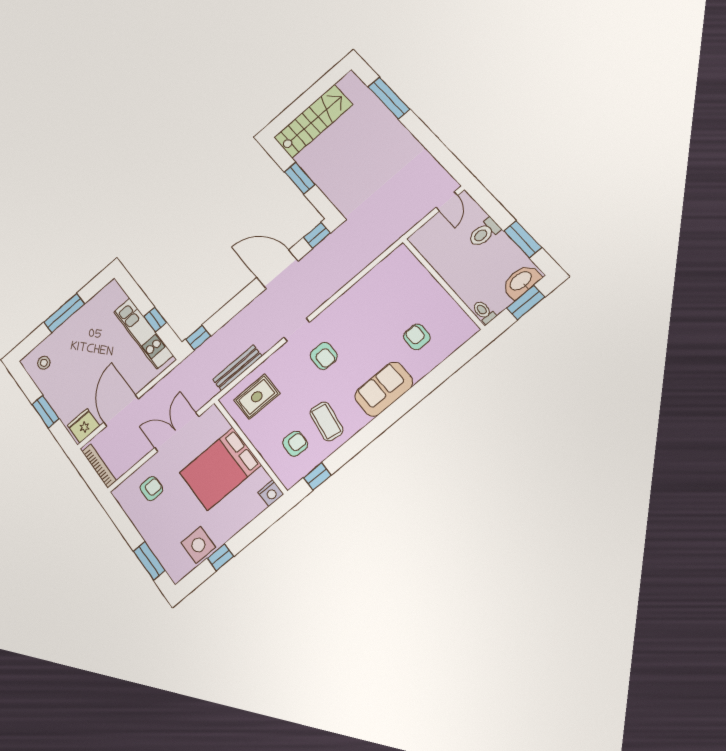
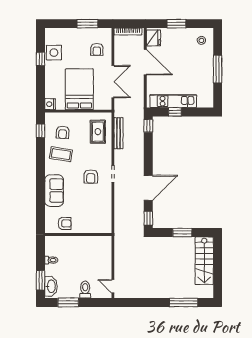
wall: (443, 283) -> (78, 234), moved
armchair: (324, 356) -> (91, 177), turned -90
window: (149, 561) -> (87, 24), moved

